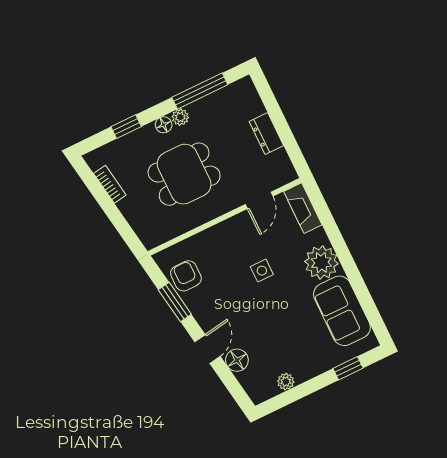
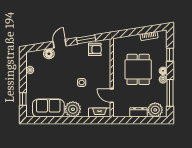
plant: (246, 104) -> (155, 110), added
door: (207, 349) -> (60, 44), swing flipped

